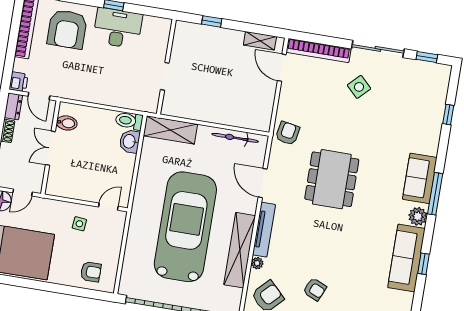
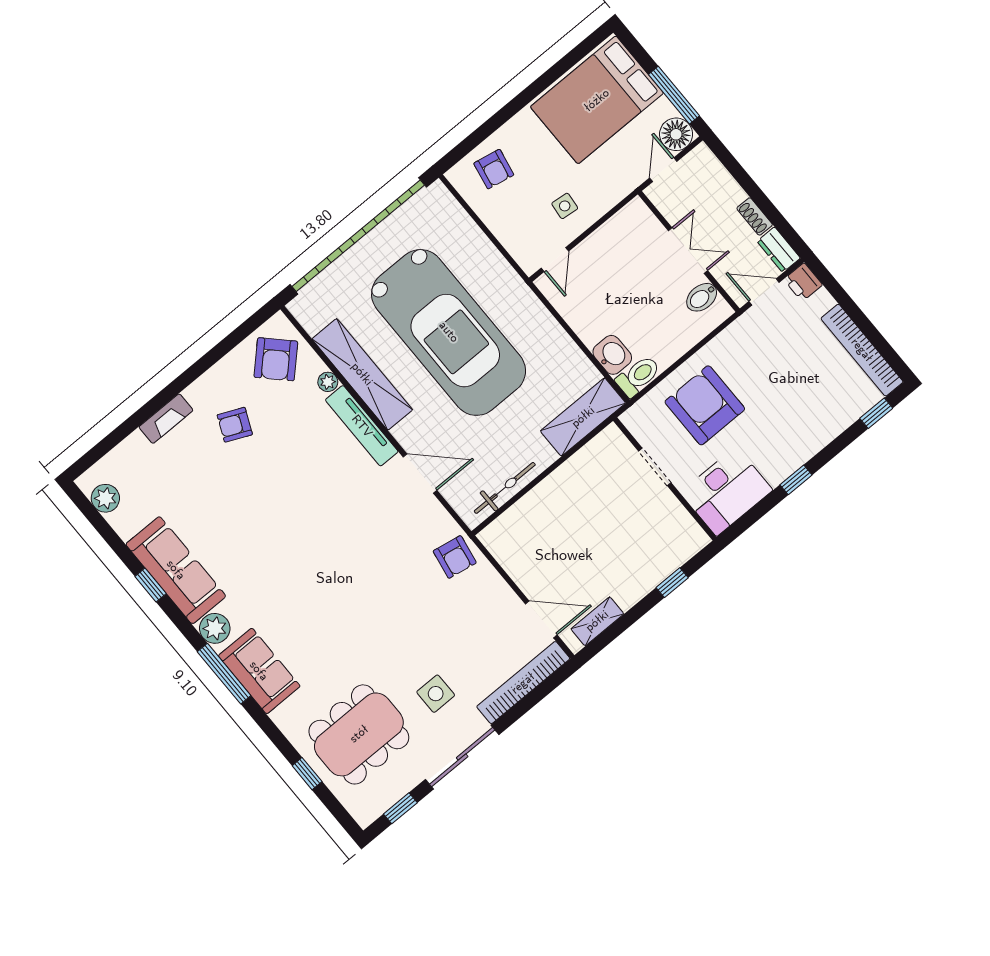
desk: (118, 28) -> (726, 491), moved
armchair: (67, 29) -> (705, 405), moved
side table: (359, 87) -> (436, 694), turned 45
dining table: (332, 179) -> (359, 734), moved, turned 90
armchair: (91, 272) -> (494, 169), turned -79

